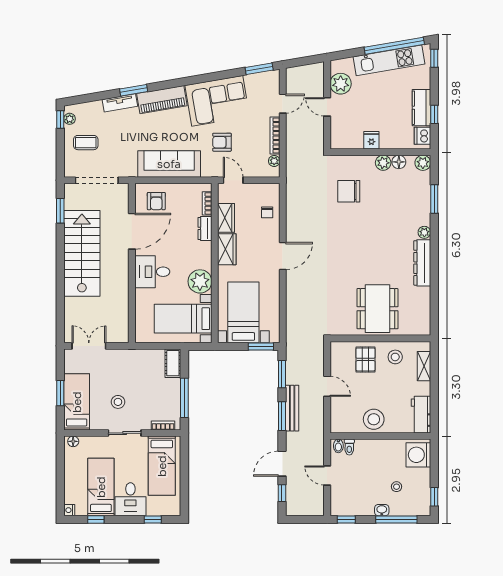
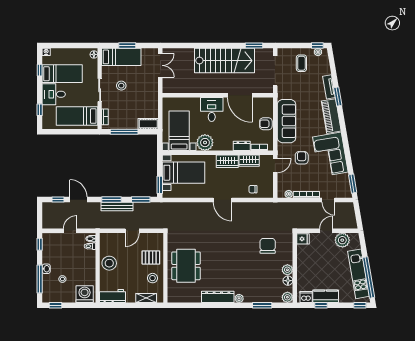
fridge: (371, 140) -> (303, 239), moved
armchair: (156, 201) -> (266, 124), moved
dining table: (377, 309) -> (186, 266), turned 90

